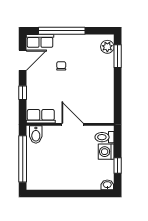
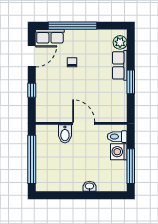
window: (118, 56) -> (131, 82), moved
row of seats: (41, 116) -> (120, 65), moved, turned -90
bidet: (36, 135) -> (65, 134), moved
window: (118, 166) -> (131, 166), width x2.17
washbasin: (107, 185) -> (89, 186), moved

